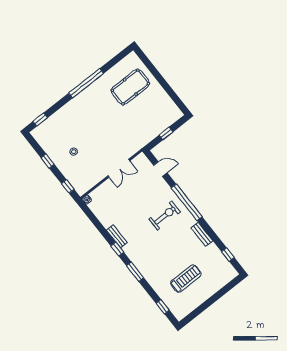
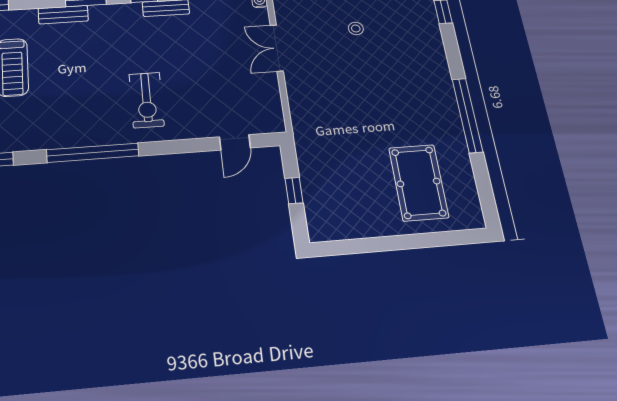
double door: (119, 168) -> (277, 48), moved
window: (187, 202) -> (93, 153), moved
bench: (202, 234) -> (63, 15), moved

